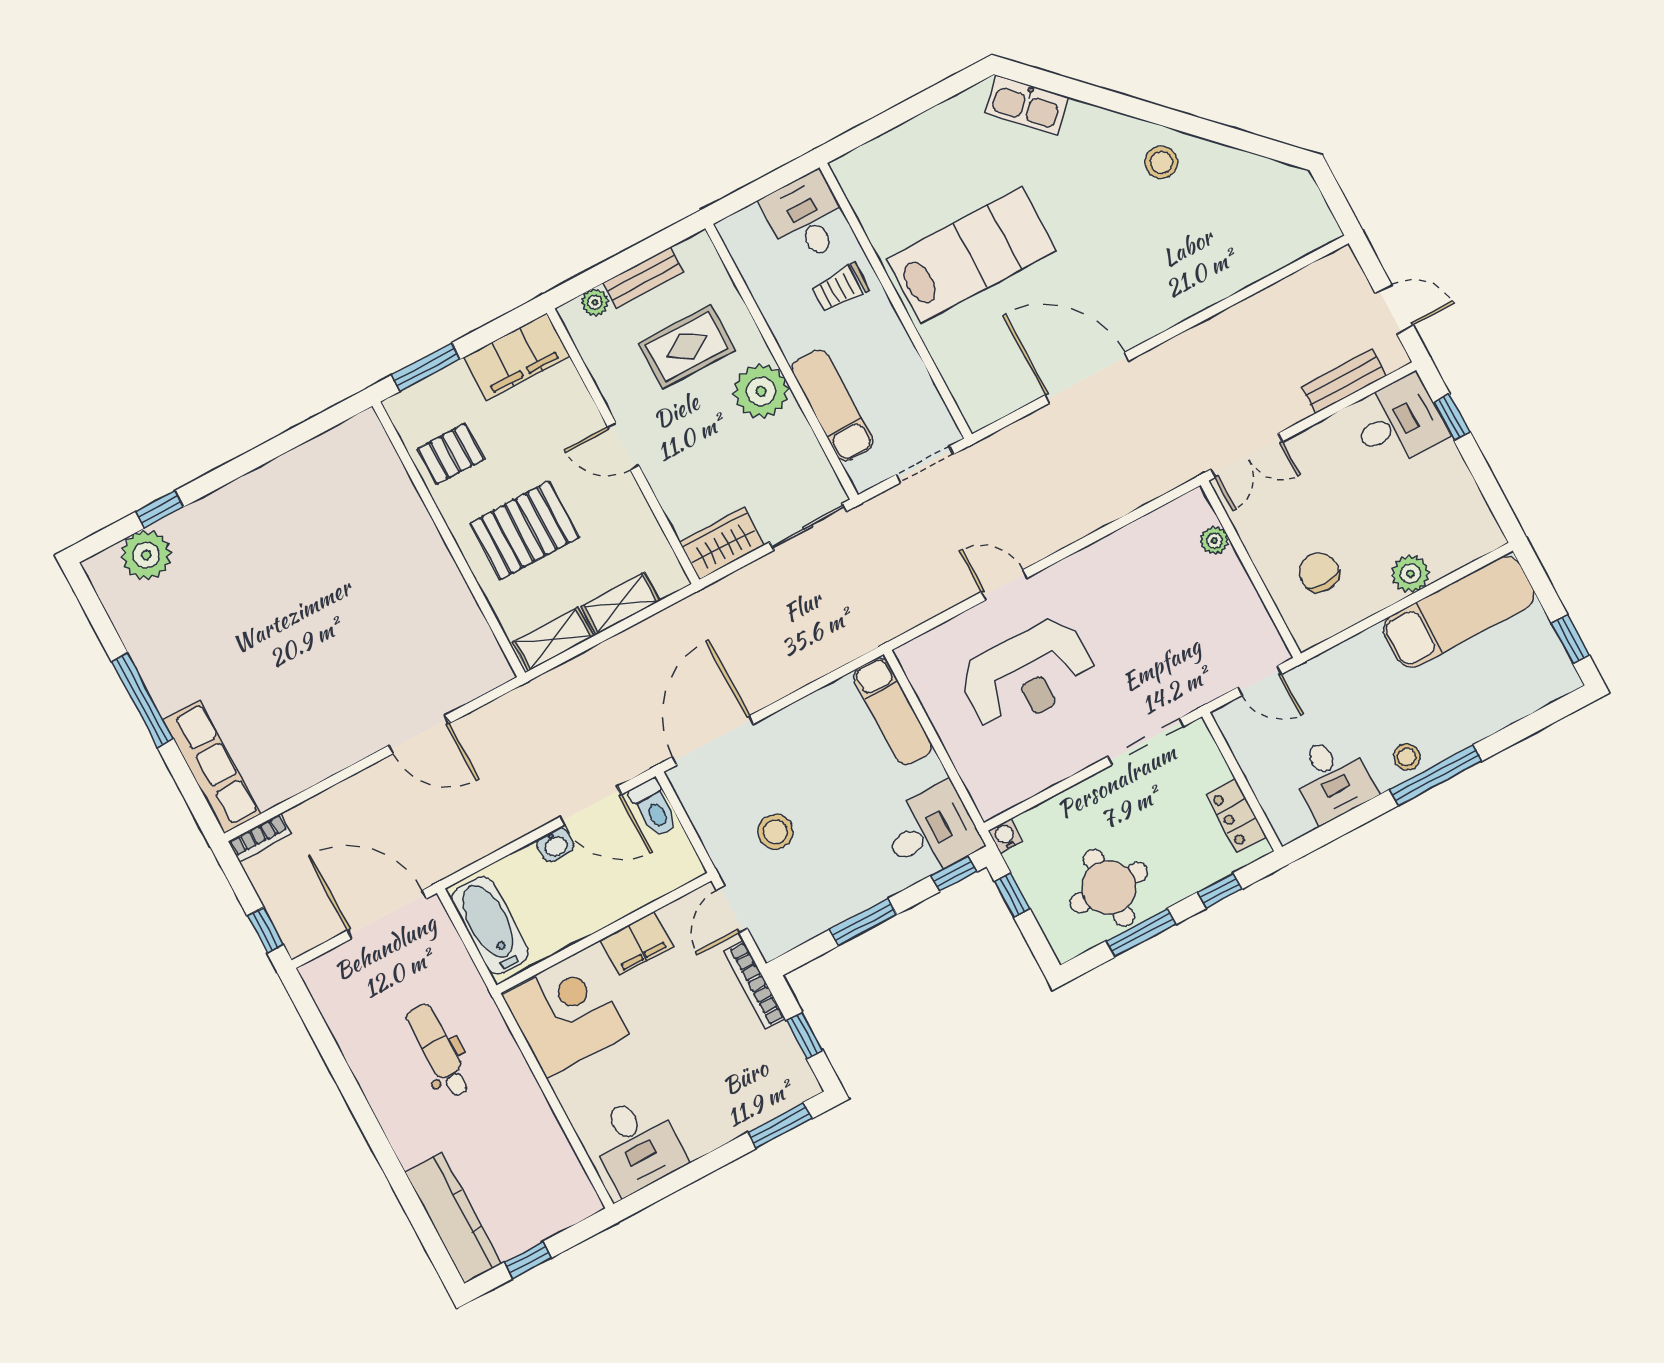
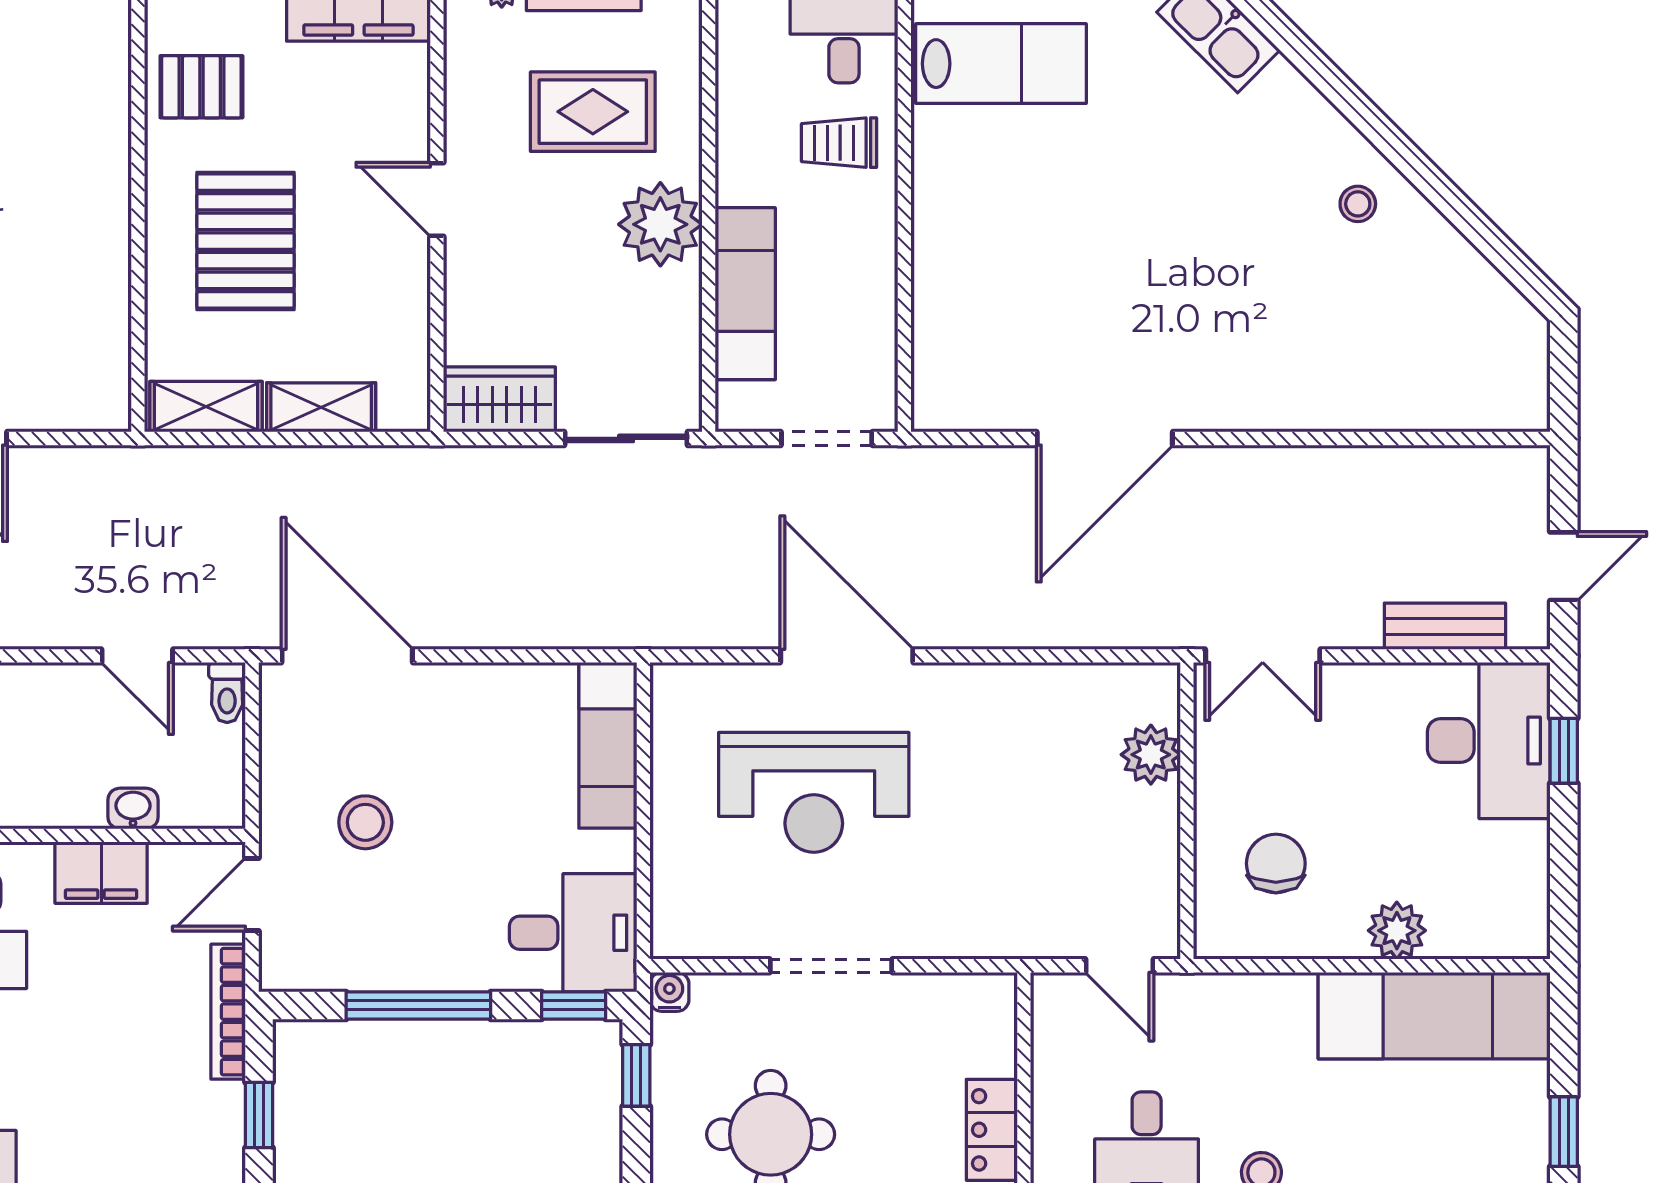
stool: (1161, 162) -> (1358, 204), width x0.73, depth x0.73
lab bench: (971, 255) -> (1001, 64), moved, width x0.73, depth x0.72
door: (1394, 309) -> (1564, 566), hinge flipped
door: (1087, 378) -> (1105, 438), swing flipped
desk: (1398, 422) -> (1489, 741), width x1.37
pallet: (525, 530) -> (245, 241), turned 90
plant: (1214, 541) -> (1151, 755), width x1.38, depth x1.38
door: (1004, 585) -> (847, 656), width x1.87
door: (713, 740) -> (347, 656), hinge flipped
doorway: (1146, 742) -> (831, 966), moved
door: (591, 806) -> (137, 656), width x0.73
toilet: (654, 808) -> (227, 692), width x0.73, depth x0.72
washbasin: (555, 845) -> (133, 808), moved, turned 180
window: (863, 922) -> (418, 1005), width x1.44

